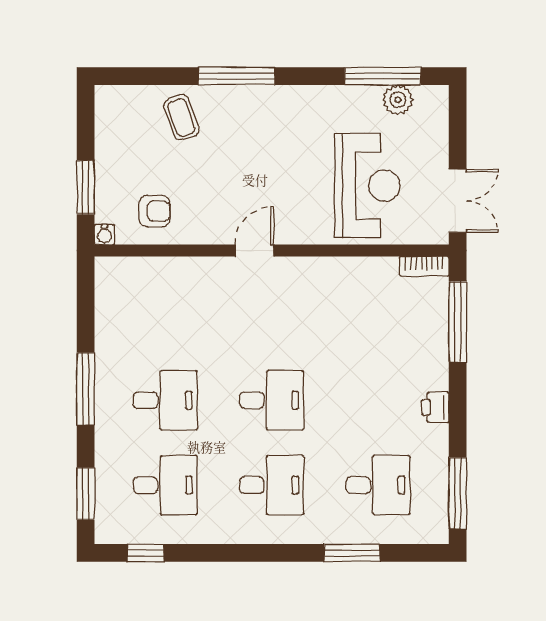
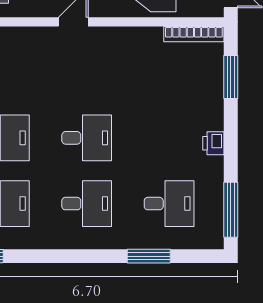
bookcase: (424, 266) -> (194, 34), width x1.56
window: (458, 322) -> (231, 77), width x0.69

